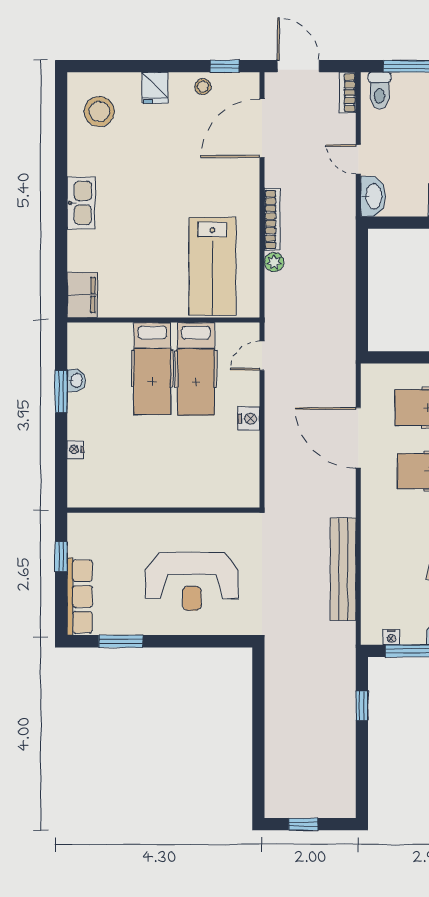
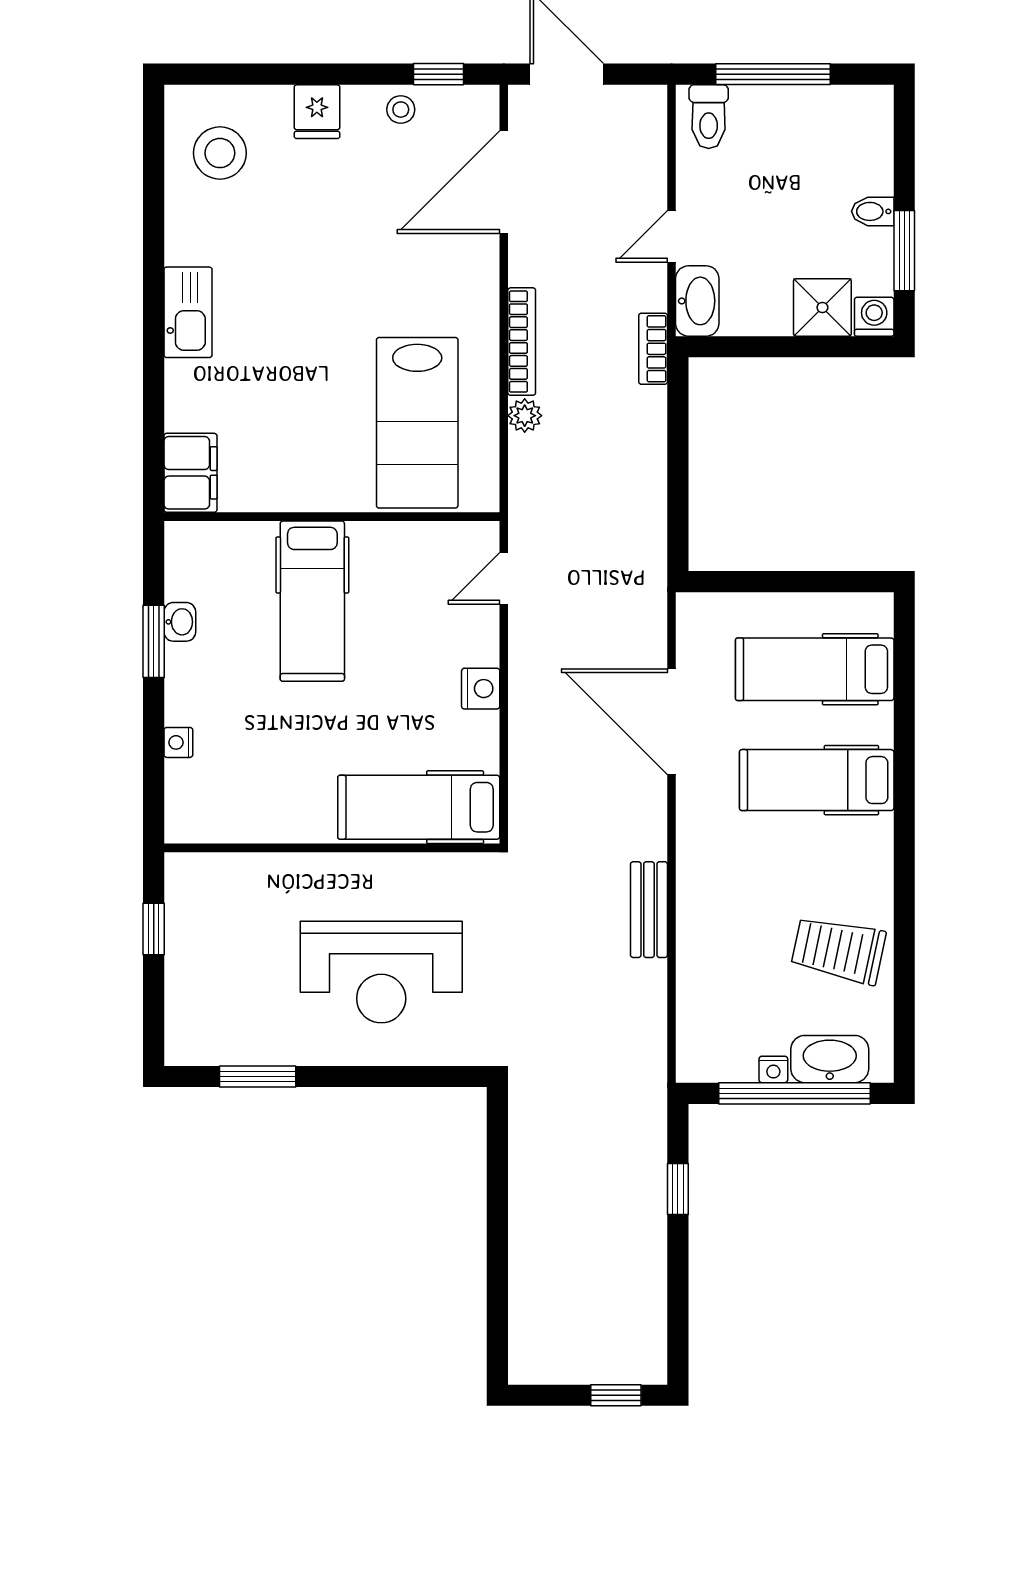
bookcase: (348, 93) -> (653, 349), moved
door: (358, 159) -> (671, 236), hinge flipped
hospital bed: (196, 369) -> (419, 807), moved, turned 90
bench: (343, 569) -> (649, 910), width x0.54, depth x0.82
row of seats: (80, 596) -> (186, 998), removed
nightstand: (392, 637) -> (773, 1069), moved
window: (303, 824) -> (616, 1395), moved

